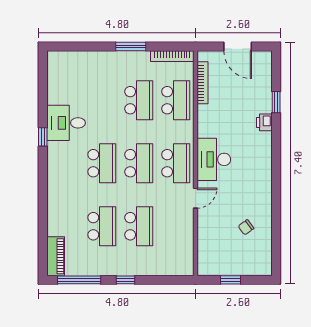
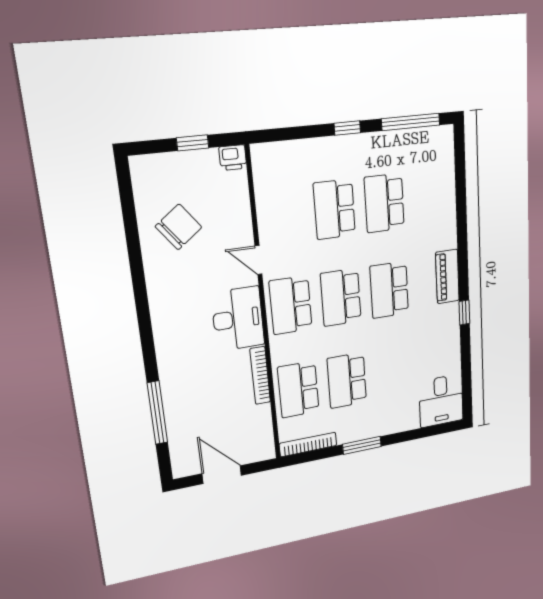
bookcase: (202, 83) -> (260, 375), moved
window: (276, 102) -> (157, 413), width x2.17
printer: (264, 122) -> (233, 158), moved, turned 90
desk: (66, 123) -> (441, 401), moved, turned 90
door: (195, 198) -> (258, 260), hinge flipped
chair: (246, 227) -> (179, 227), width x1.87, depth x1.87
piano: (56, 256) -> (447, 276), moved

